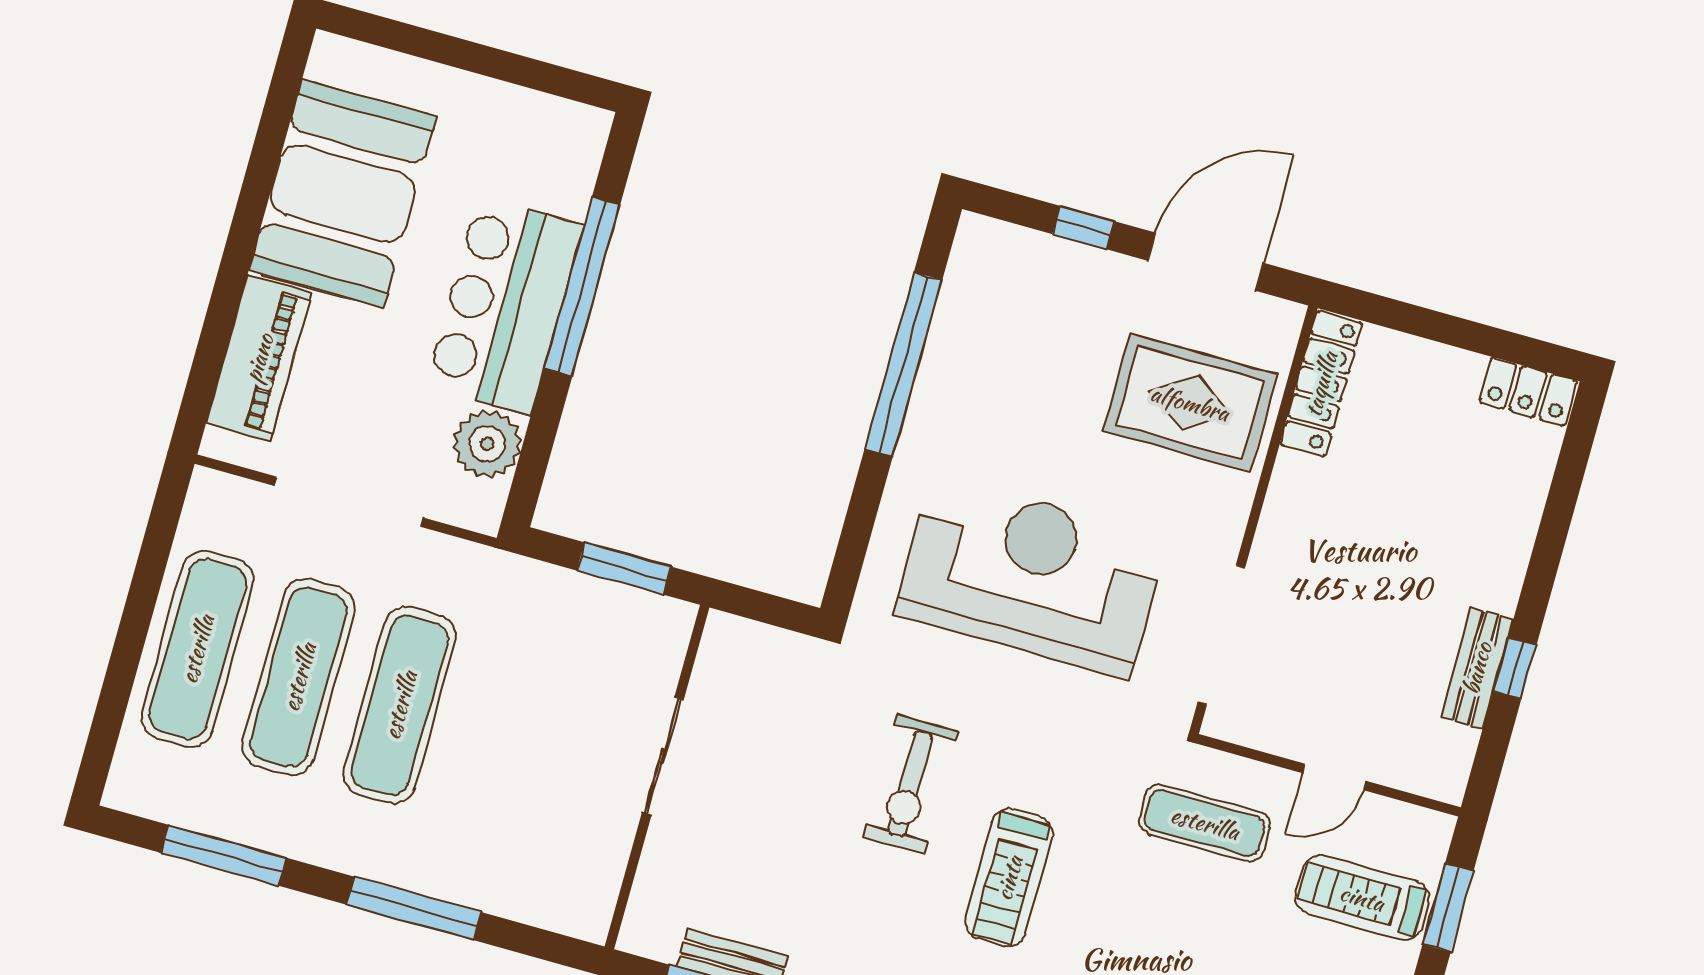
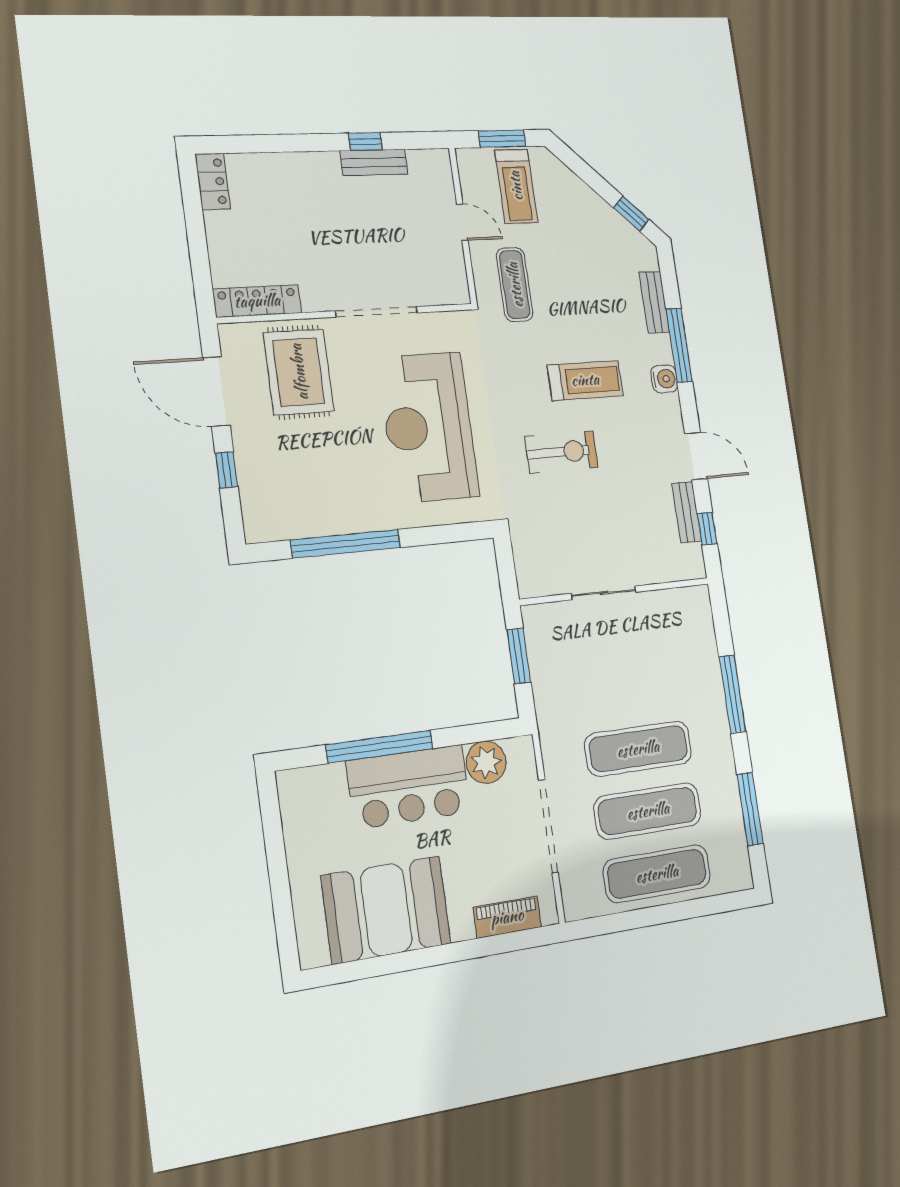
piano: (259, 358) -> (507, 917), width x0.73, depth x0.75
doorway: (1221, 635) -> (377, 312), moved

